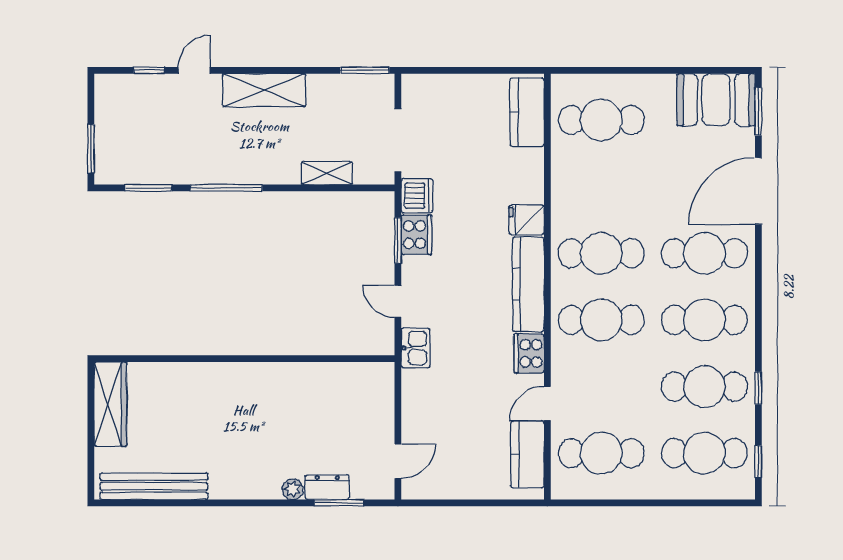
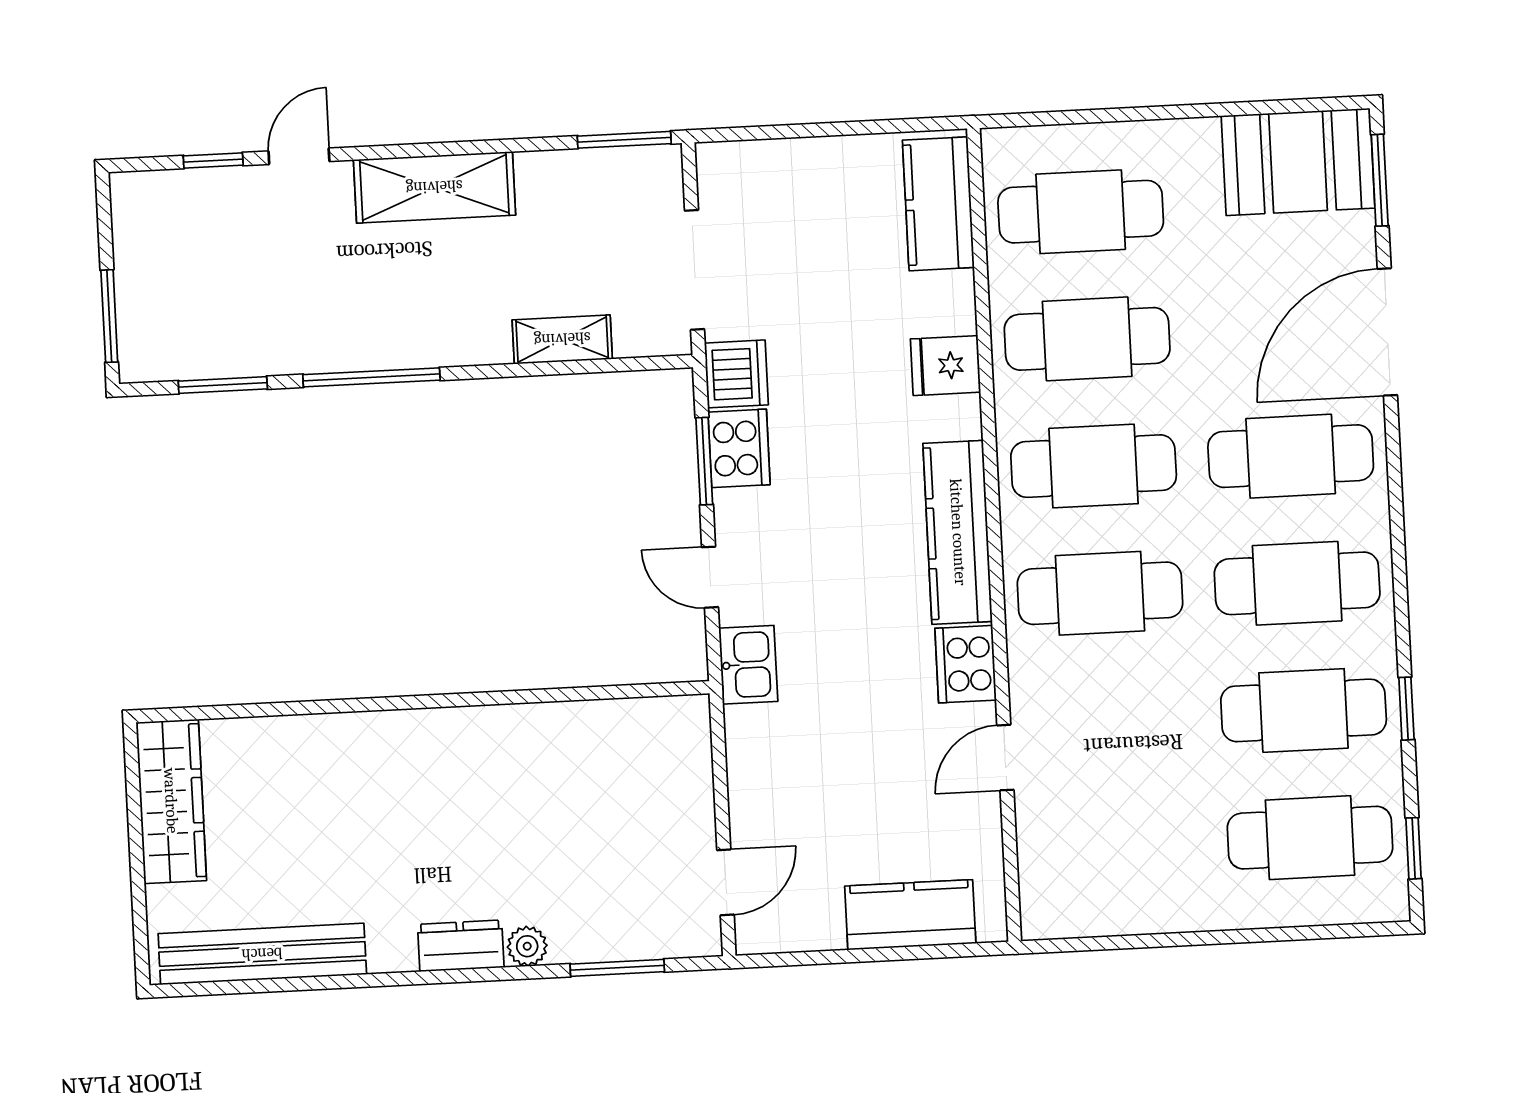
fridge: (527, 220) -> (946, 366), moved
cafe table: (601, 453) -> (1087, 339), moved
kitchen counter: (527, 454) -> (910, 915), moved, turned 90
dresser: (327, 487) -> (461, 946), moved

